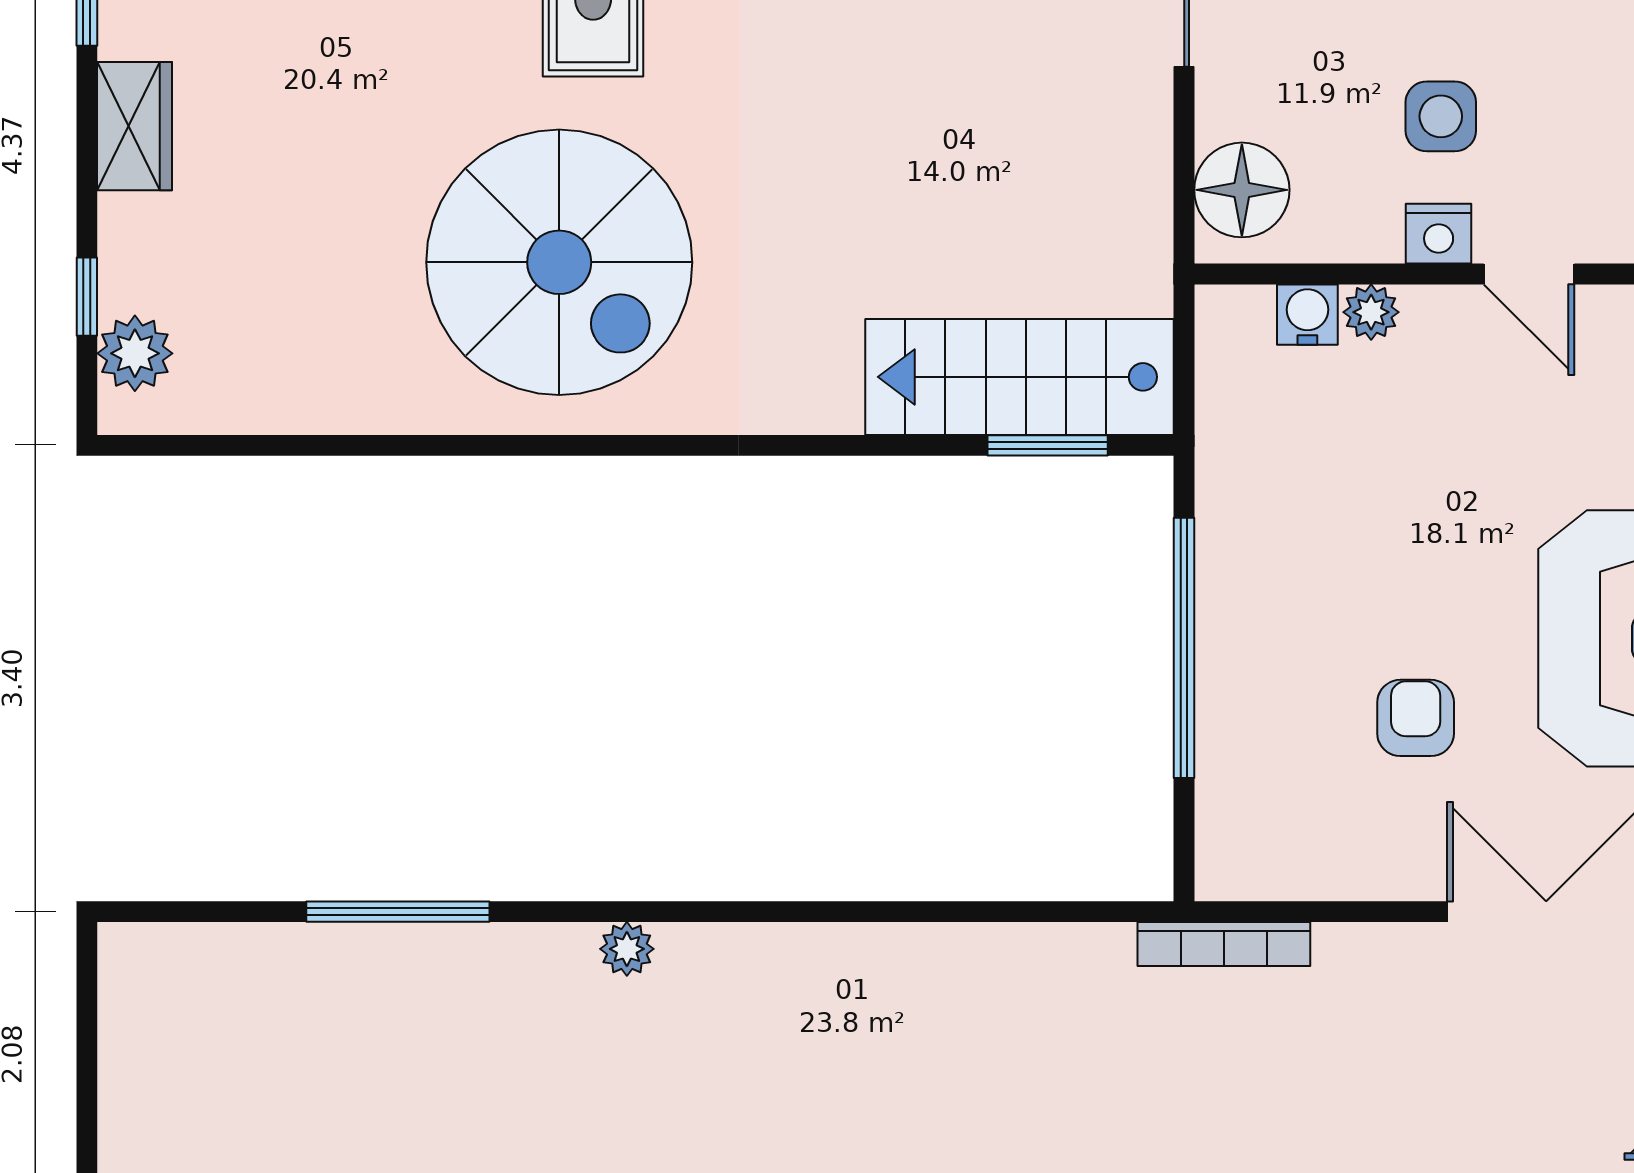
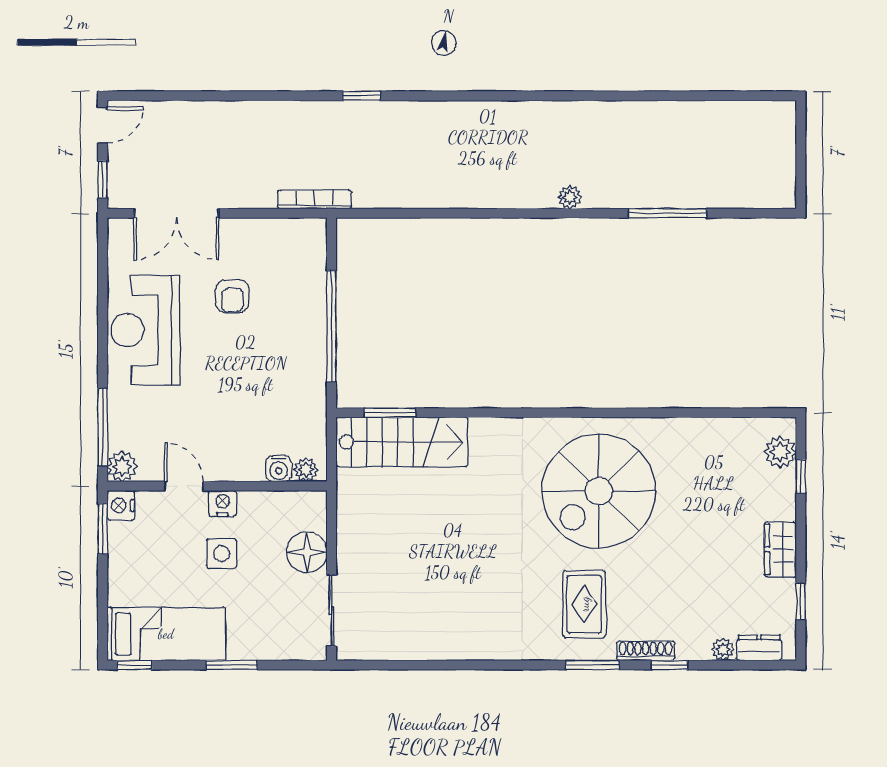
floor lamp: (1242, 190) -> (307, 552), moved
spiral stairs: (559, 262) -> (599, 491), turned -90
plant: (1371, 312) -> (306, 470), moved

